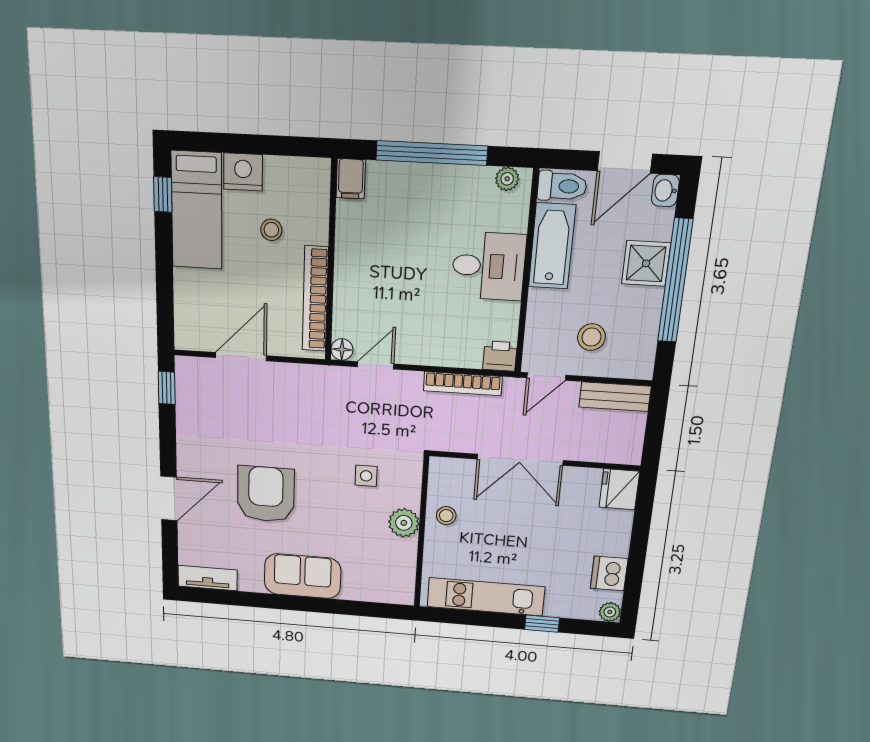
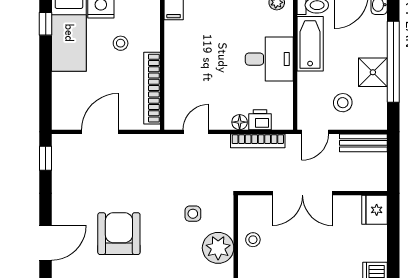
shower: (646, 263) -> (373, 72), moved
floor lamp: (342, 350) -> (240, 122), moved
printer: (500, 356) -> (260, 120), moved
plant: (404, 523) -> (218, 248), width x1.36, depth x1.36

